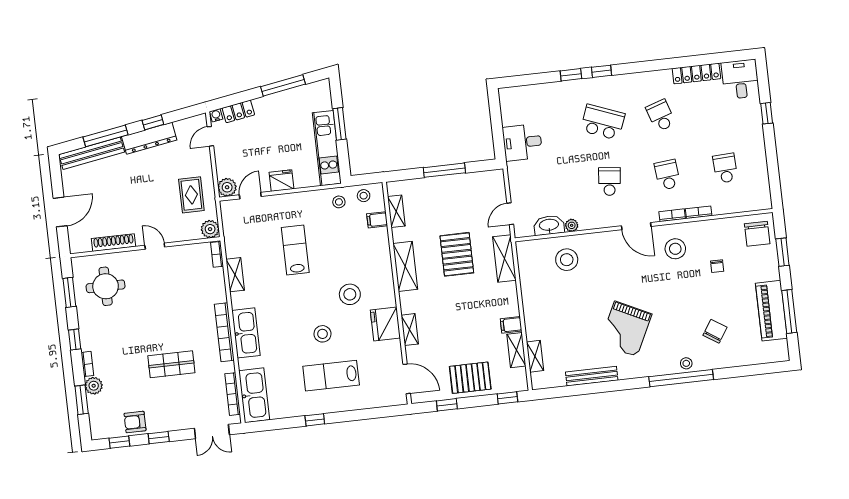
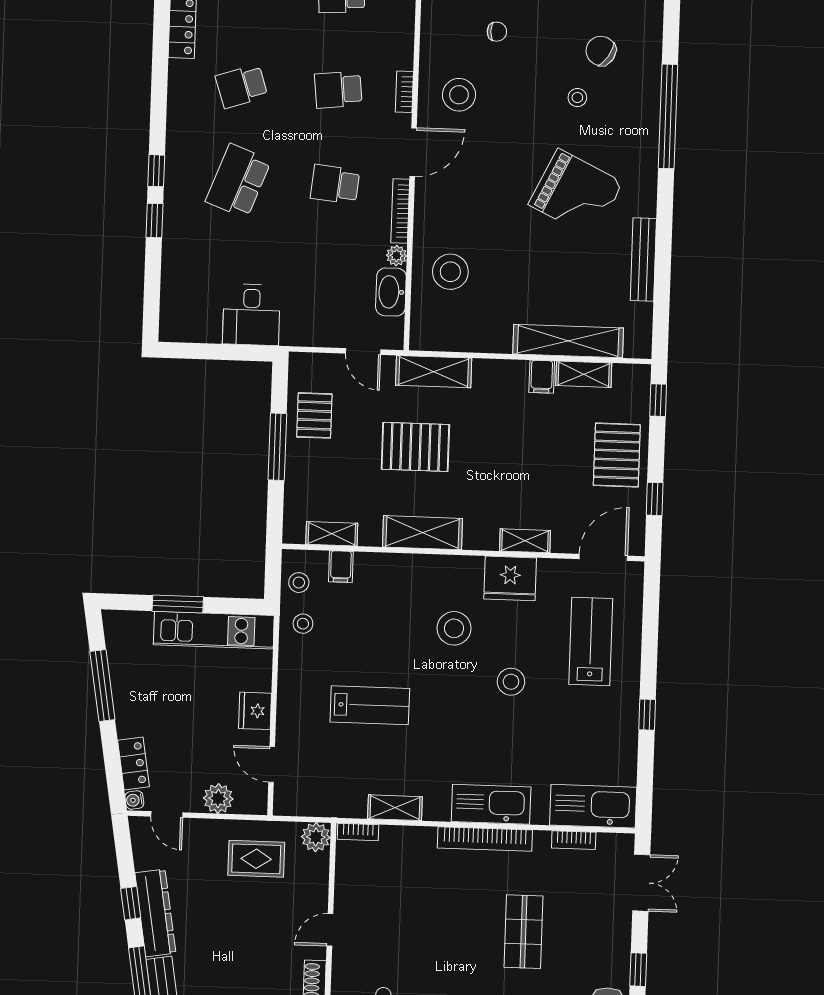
plant: (227, 187) -> (218, 798), moved
pallet: (467, 190) -> (314, 415), added
bookcase: (699, 212) -> (400, 211), moved, width x1.56
lab bench: (295, 250) -> (370, 705), turned 180
shelving: (535, 356) -> (568, 341), width x2.20, depth x1.33
stool: (686, 363) -> (577, 98), moved
lab bench: (331, 376) -> (591, 641), moved, turned 180
bookcase: (233, 394) -> (574, 840), width x0.64

